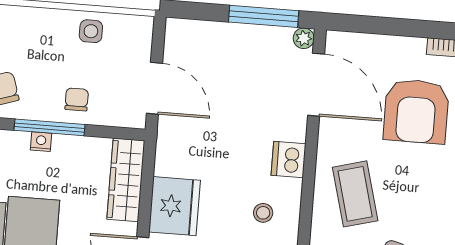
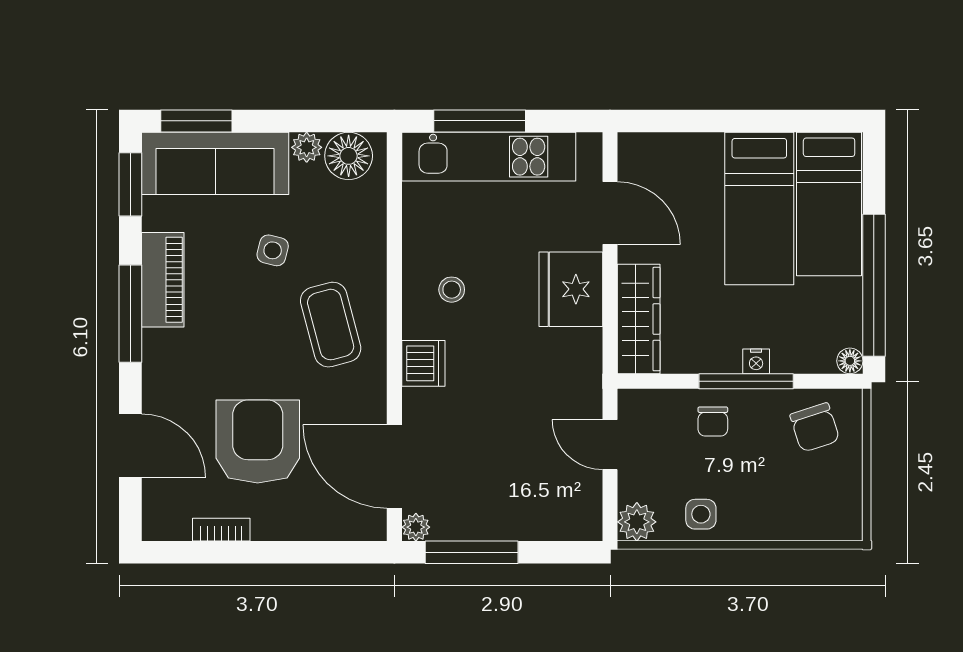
plant: (139, 29) -> (637, 522), added
door: (154, 88) -> (610, 445), width x0.73

